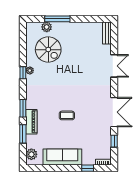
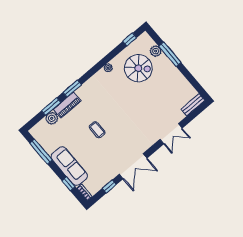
spiral stairs: (48, 50) -> (138, 68), turned -90
window: (23, 73) -> (130, 39), moved
plant: (31, 154) -> (52, 118), moved
sofa: (62, 157) -> (69, 166), moved
window: (48, 168) -> (41, 152), added

